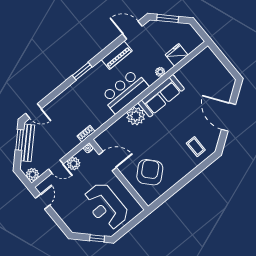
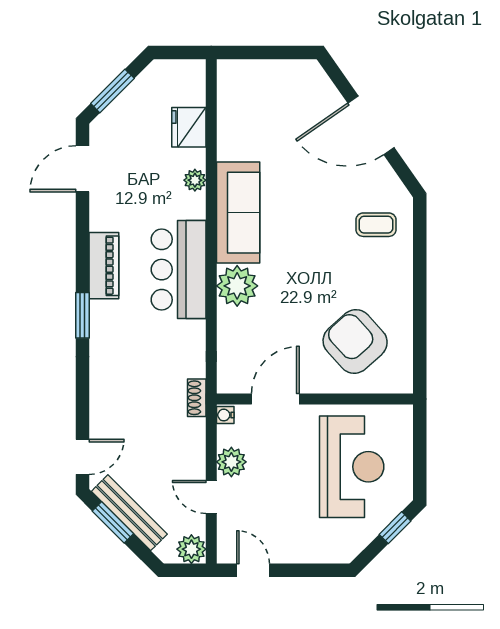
piano: (117, 55) -> (104, 266), moved
door: (56, 167) -> (211, 497), swing flipped
reception desk: (106, 206) -> (352, 467), turned -90

